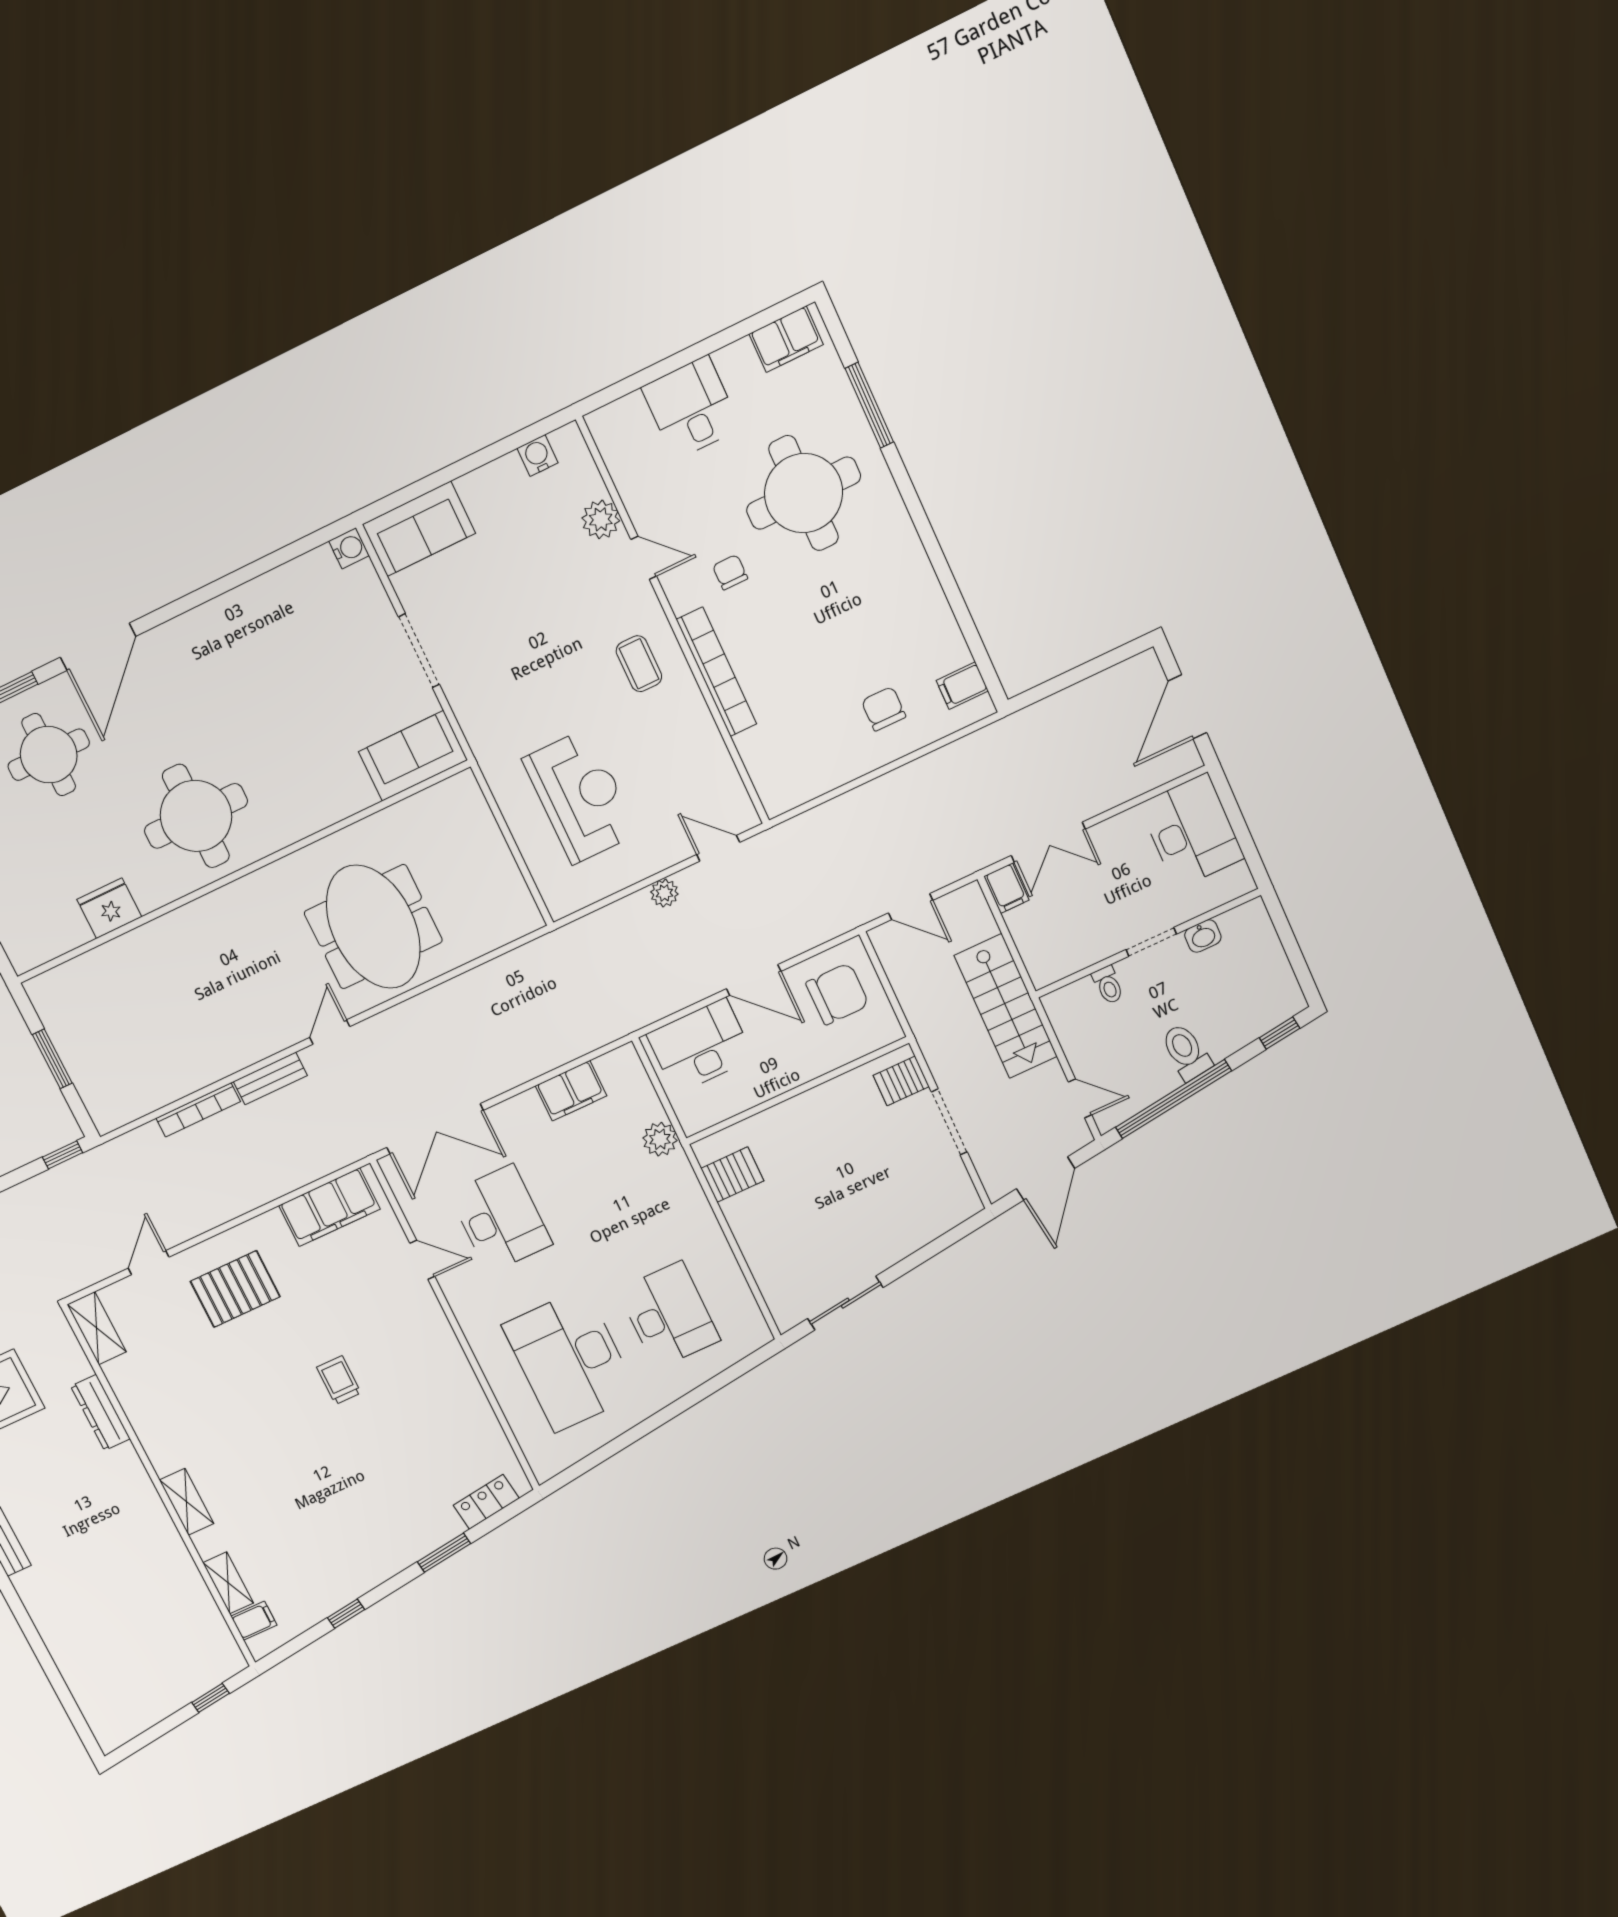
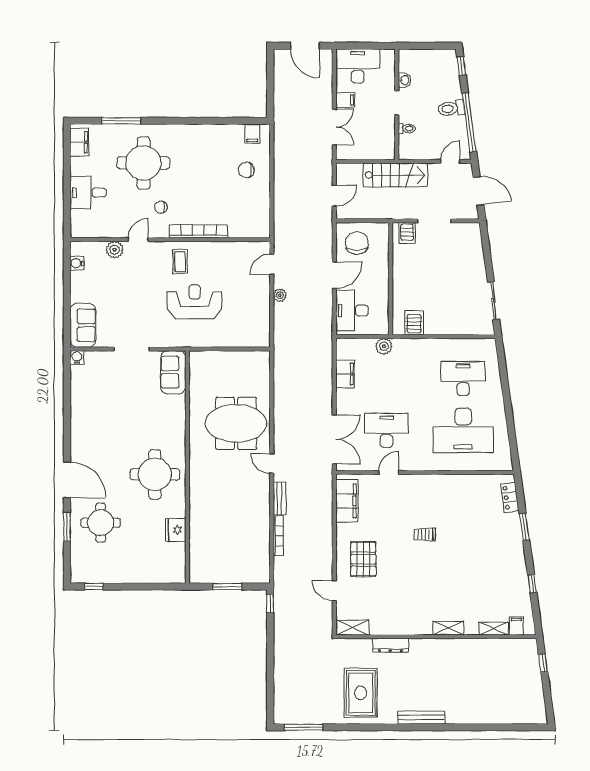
coffee table: (639, 664) -> (180, 261), turned 90
reception desk: (580, 796) -> (195, 302), moved
filing cabinet: (1006, 888) -> (345, 100), moved

